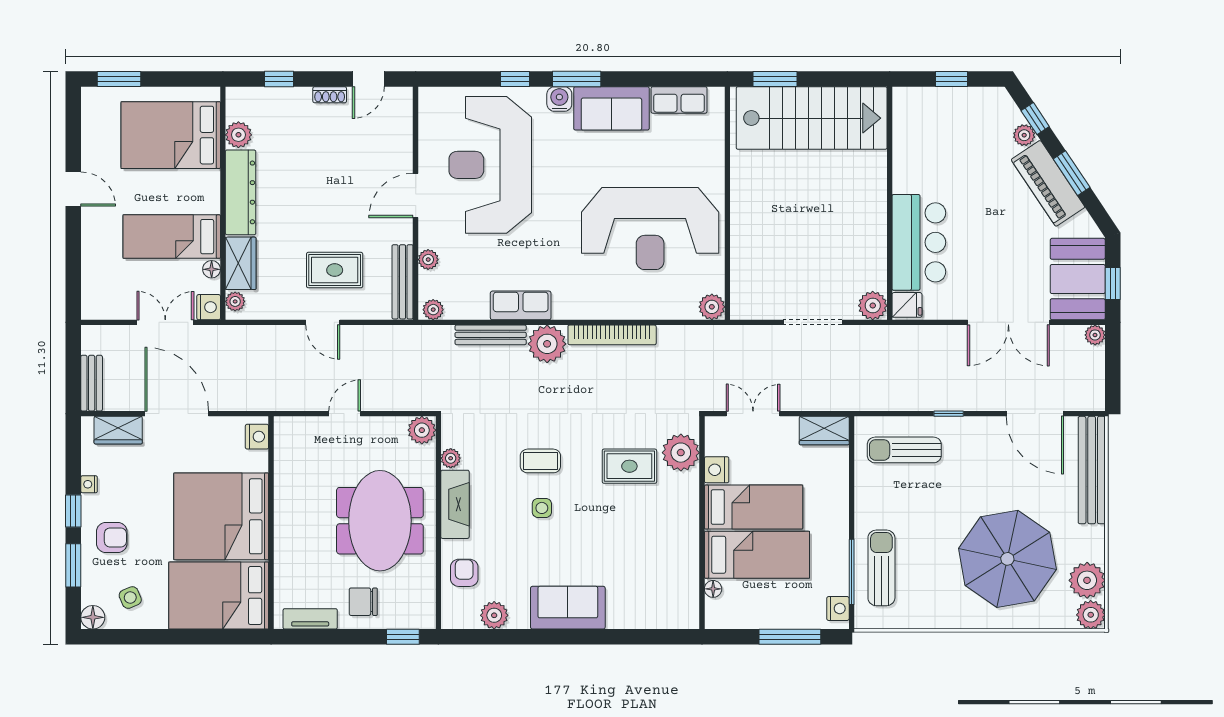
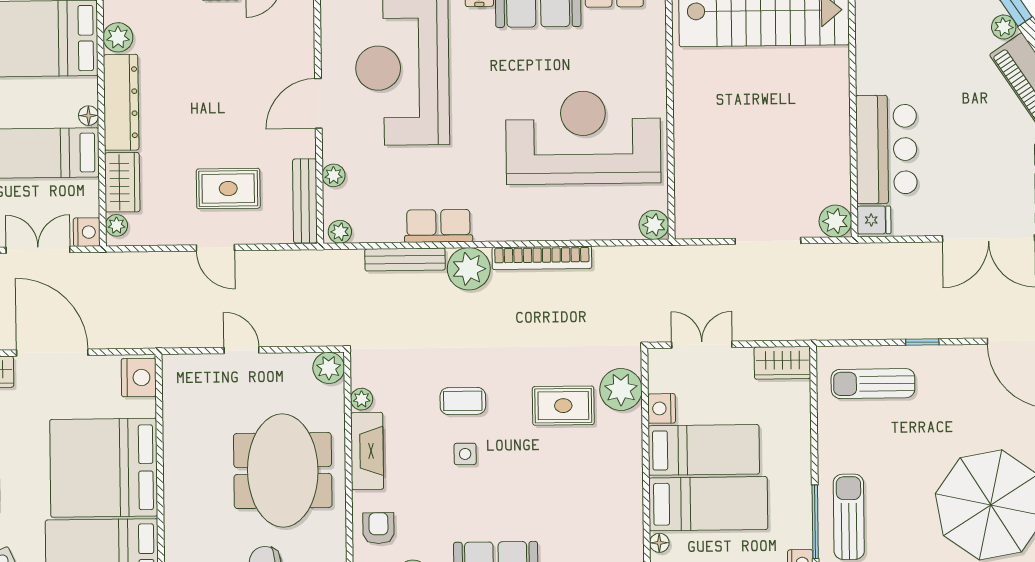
reception desk: (650, 229) -> (583, 137), turned 180
floor lamp: (212, 269) -> (89, 116), moved
door: (345, 414) -> (241, 350), hinge flipped
nightstand: (257, 437) -> (139, 378), width x1.36, depth x1.33

